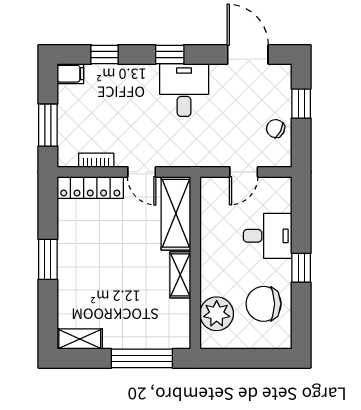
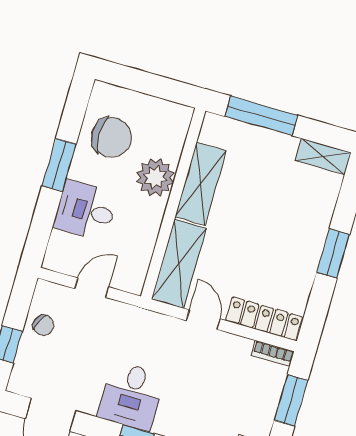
bookcase: (96, 160) -> (273, 353), moved
window: (301, 268) -> (59, 165), width x1.50
shelving: (180, 275) -> (201, 184), width x1.50, depth x1.33
plant: (217, 314) -> (155, 177), moved

